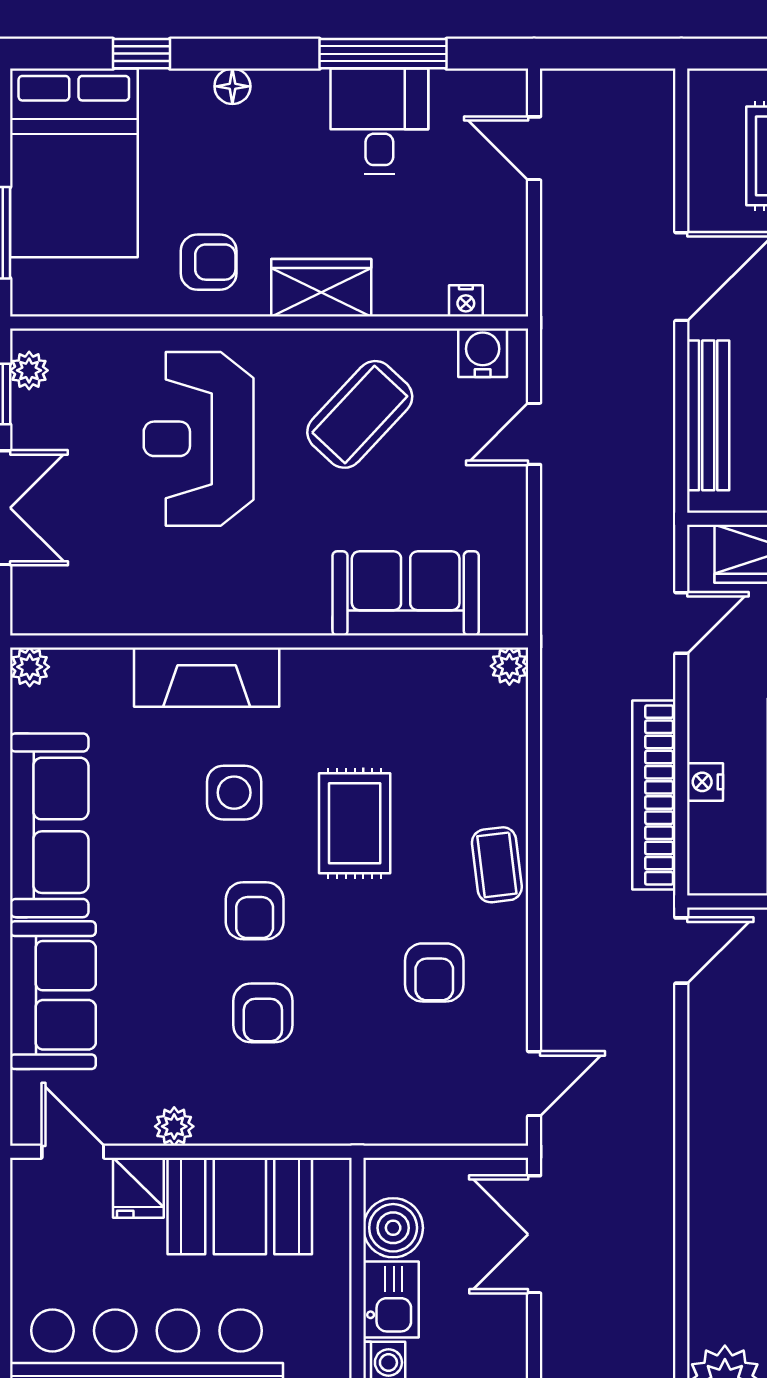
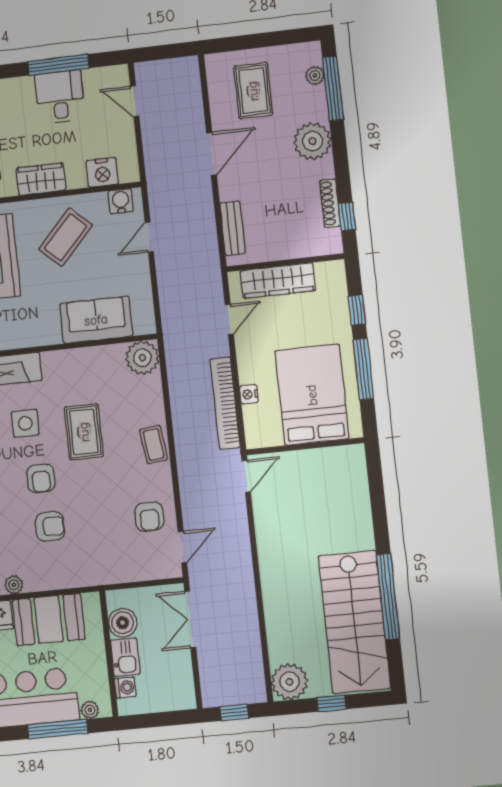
nightstand: (466, 301) -> (102, 172), width x1.89, depth x1.79
bench: (708, 415) -> (233, 228), width x0.73
plant: (509, 666) -> (142, 358), width x1.88, depth x1.88
armchair: (434, 972) -> (149, 517), moved
armchair: (263, 1013) -> (50, 526), turned -90

